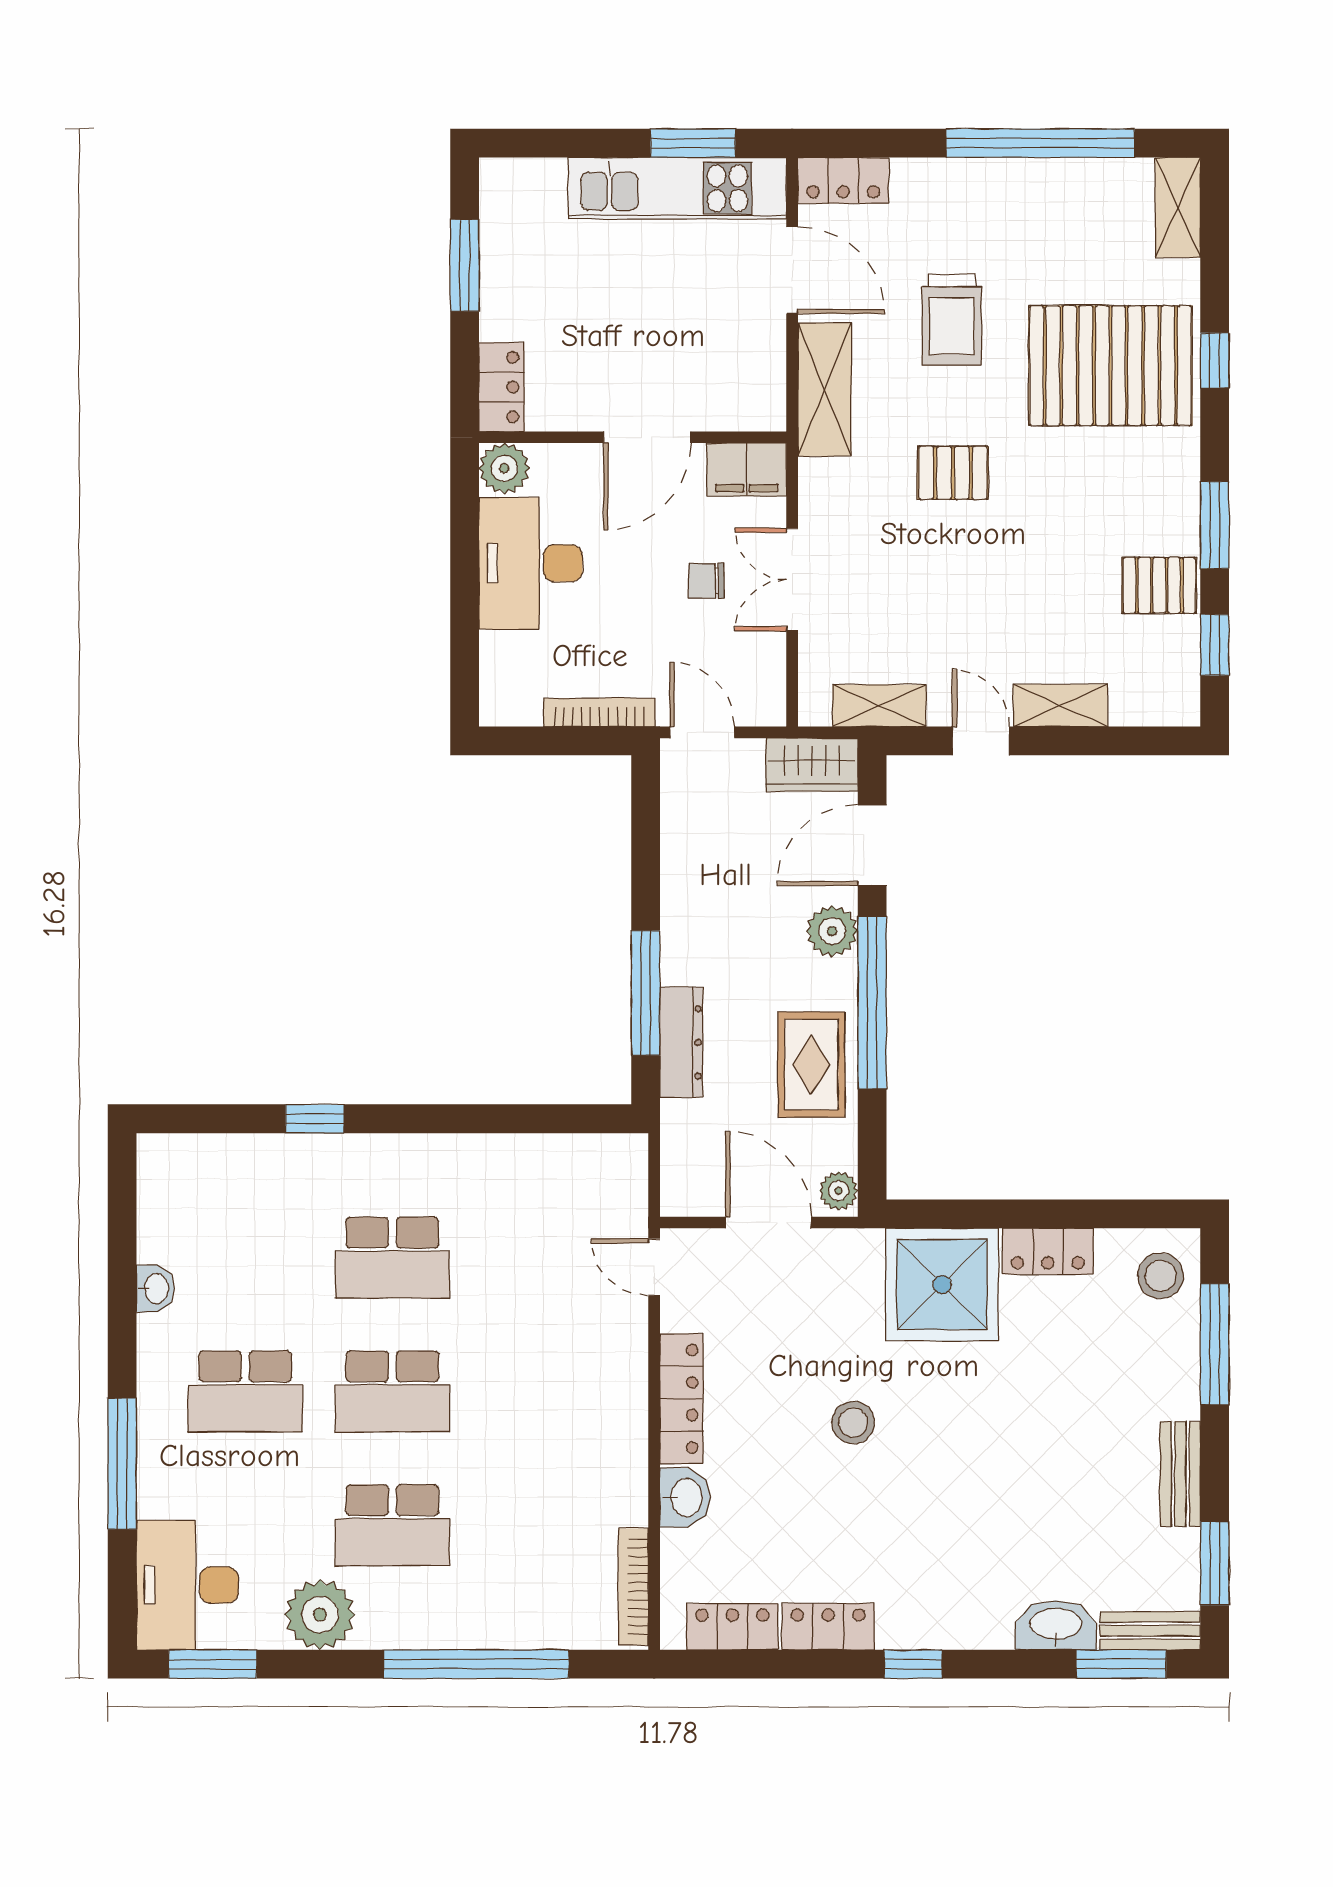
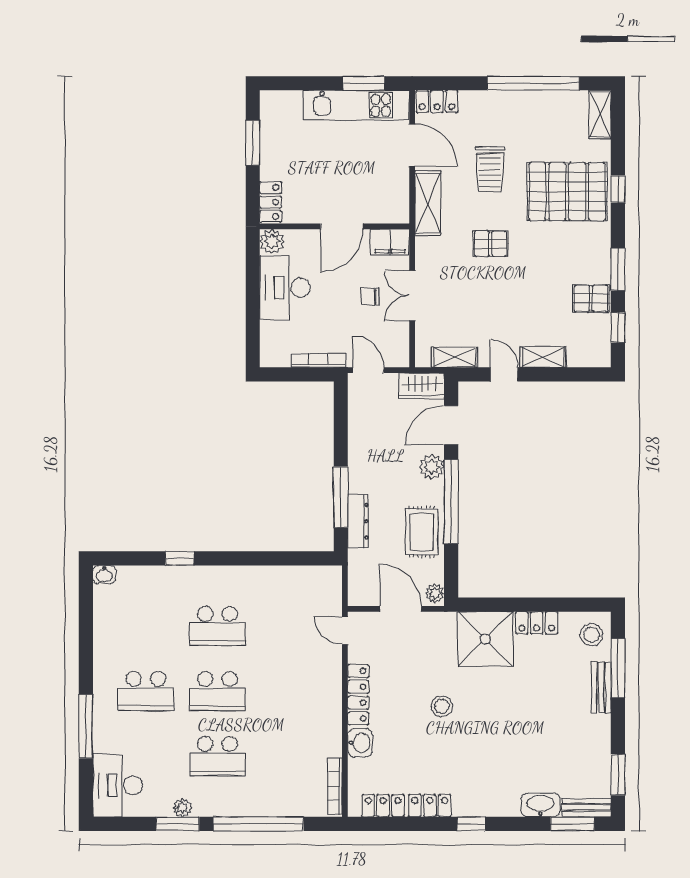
washbasin: (155, 1289) -> (104, 575), moved, turned 90
bench: (1180, 1474) -> (601, 687), moved
plant: (320, 1615) -> (182, 808), width x0.53, depth x0.53
window: (213, 1664) -> (178, 824), moved

